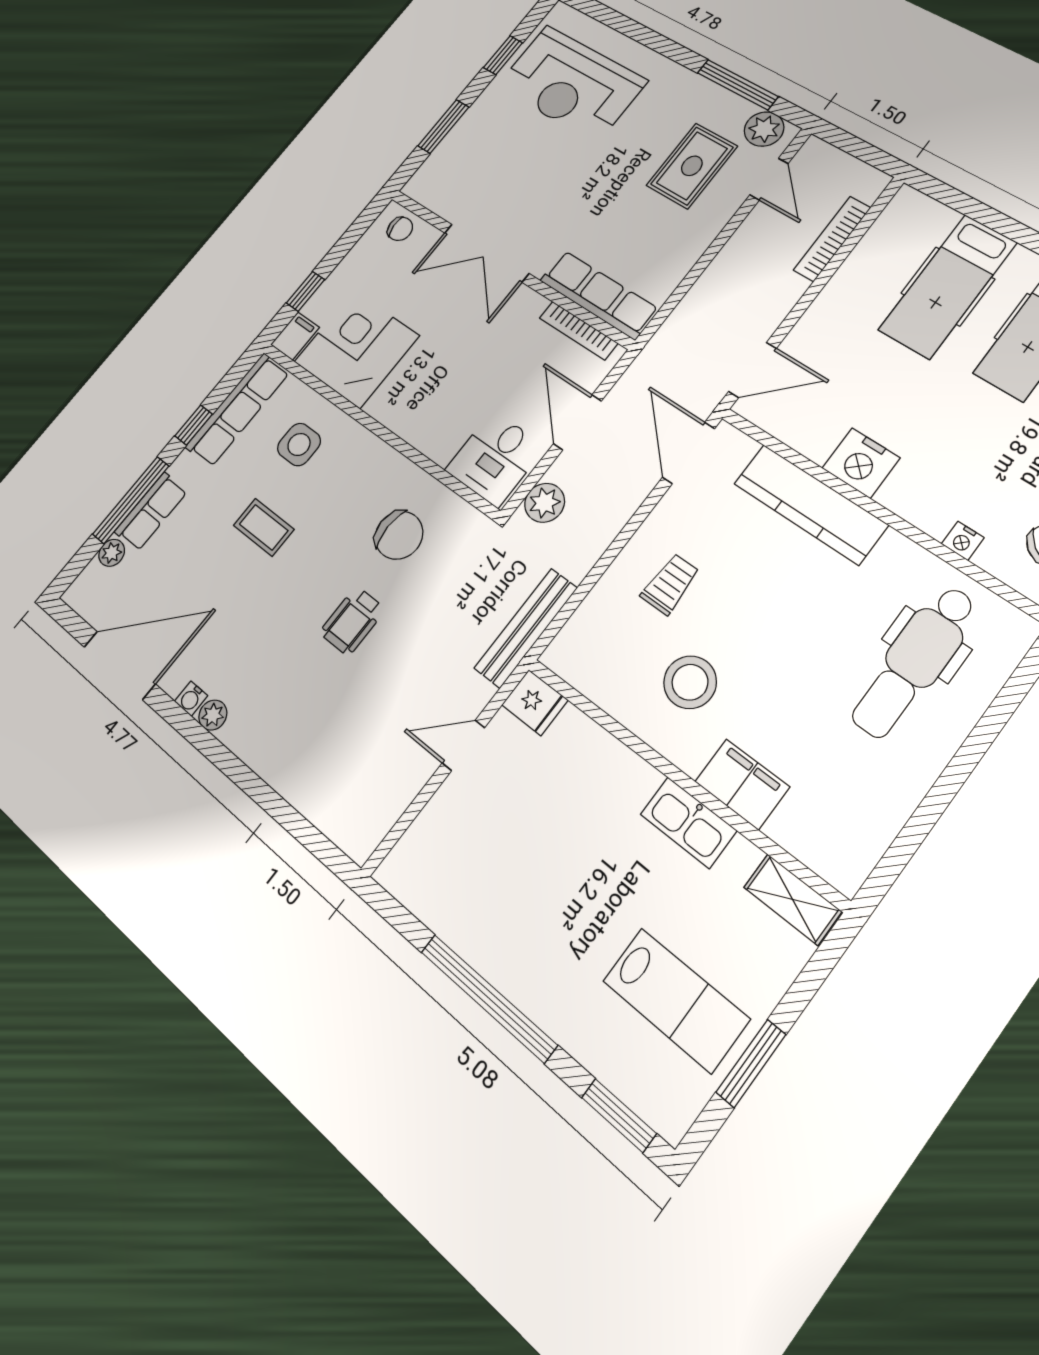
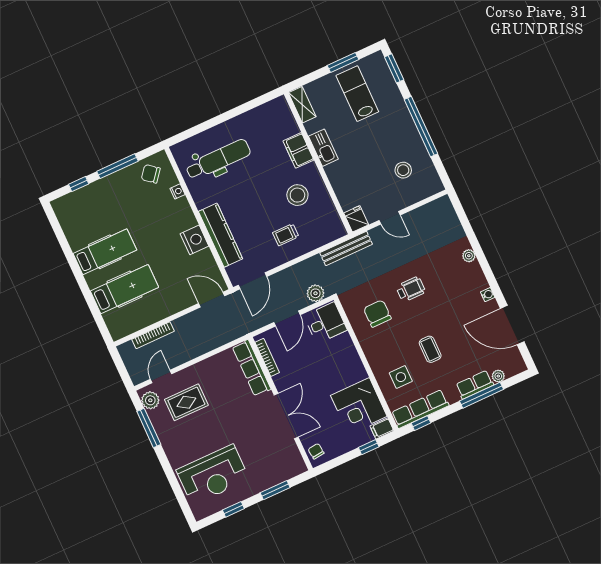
reception desk: (571, 84) -> (213, 475), turned 90
window: (194, 425) -> (421, 423), moved
plant: (213, 715) -> (469, 256), moved
stool: (482, 870) -> (403, 170), added

